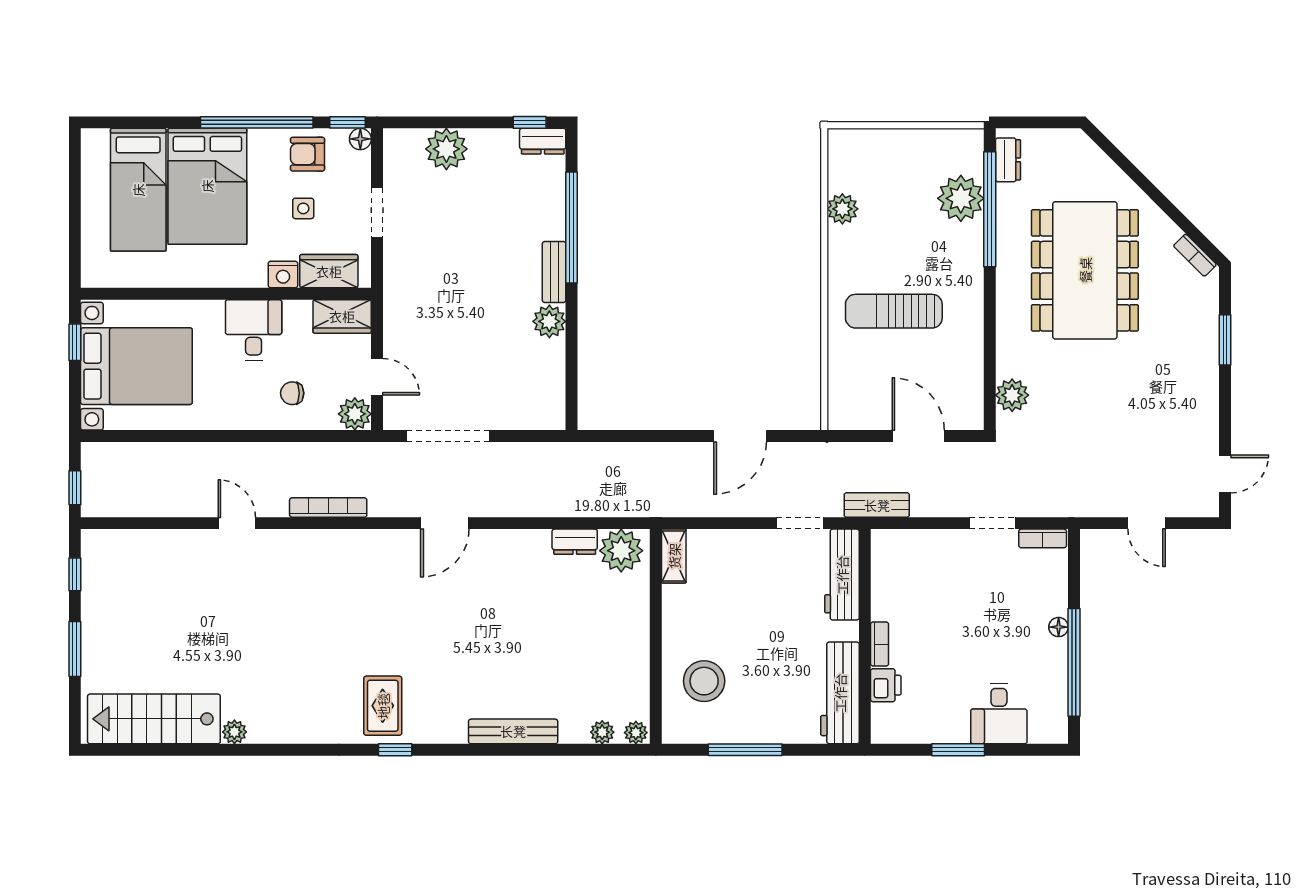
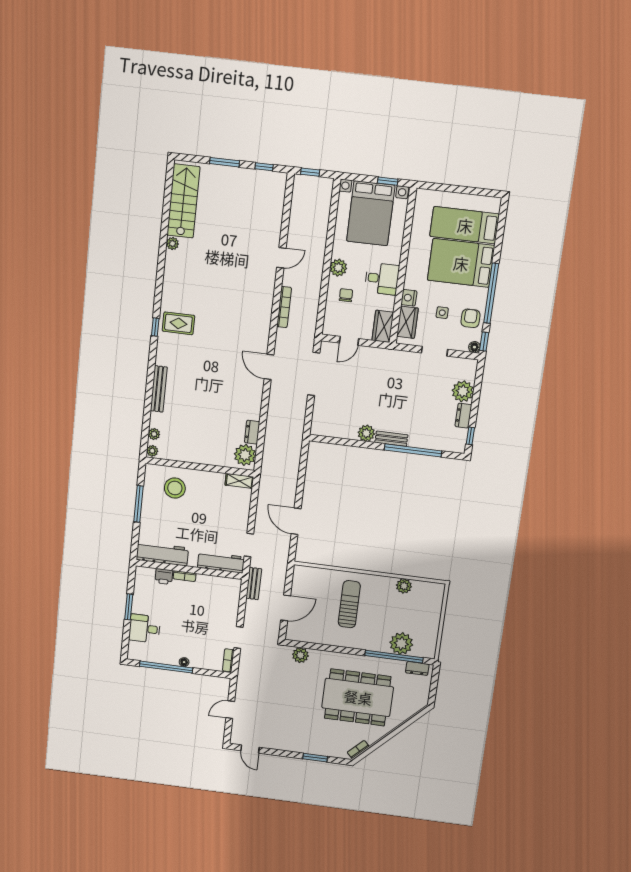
dresser: (543, 141) -> (463, 416), moved
plant: (355, 414) -> (338, 268), moved

